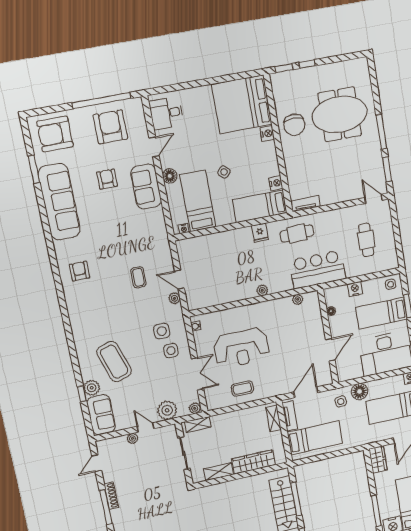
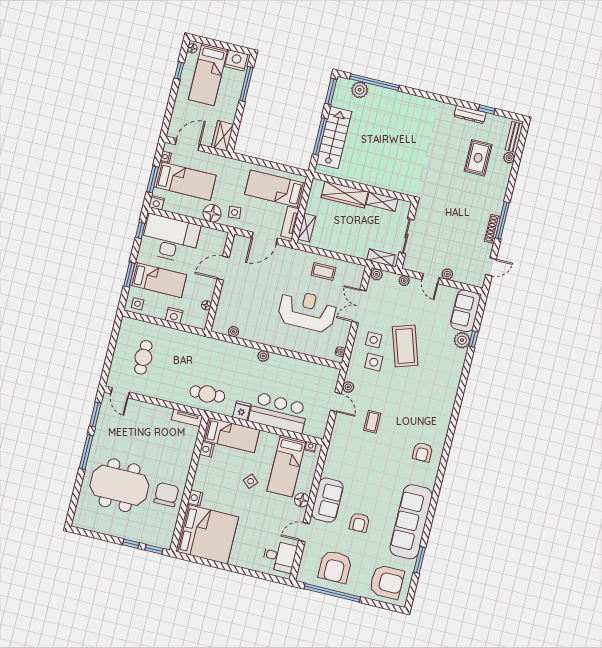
bar counter: (318, 269) -> (278, 413), moved, turned 180
coffee table: (114, 362) -> (405, 346), moved
plant: (167, 410) -> (404, 281), width x0.53, depth x0.53

